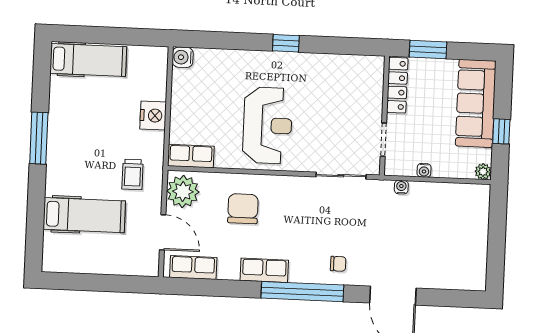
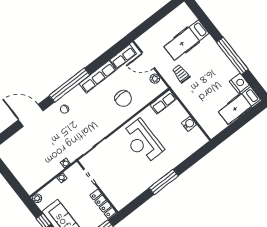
window: (286, 43) -> (164, 182), width x2.17
water cooler: (183, 57) -> (189, 124), moved
nightstand: (153, 115) -> (239, 83), moved, turned 180
window: (39, 138) -> (232, 56), width x1.46
plant: (183, 191) -> (155, 79), width x0.53, depth x0.53
row of seats: (264, 270) -> (98, 77), width x1.48

